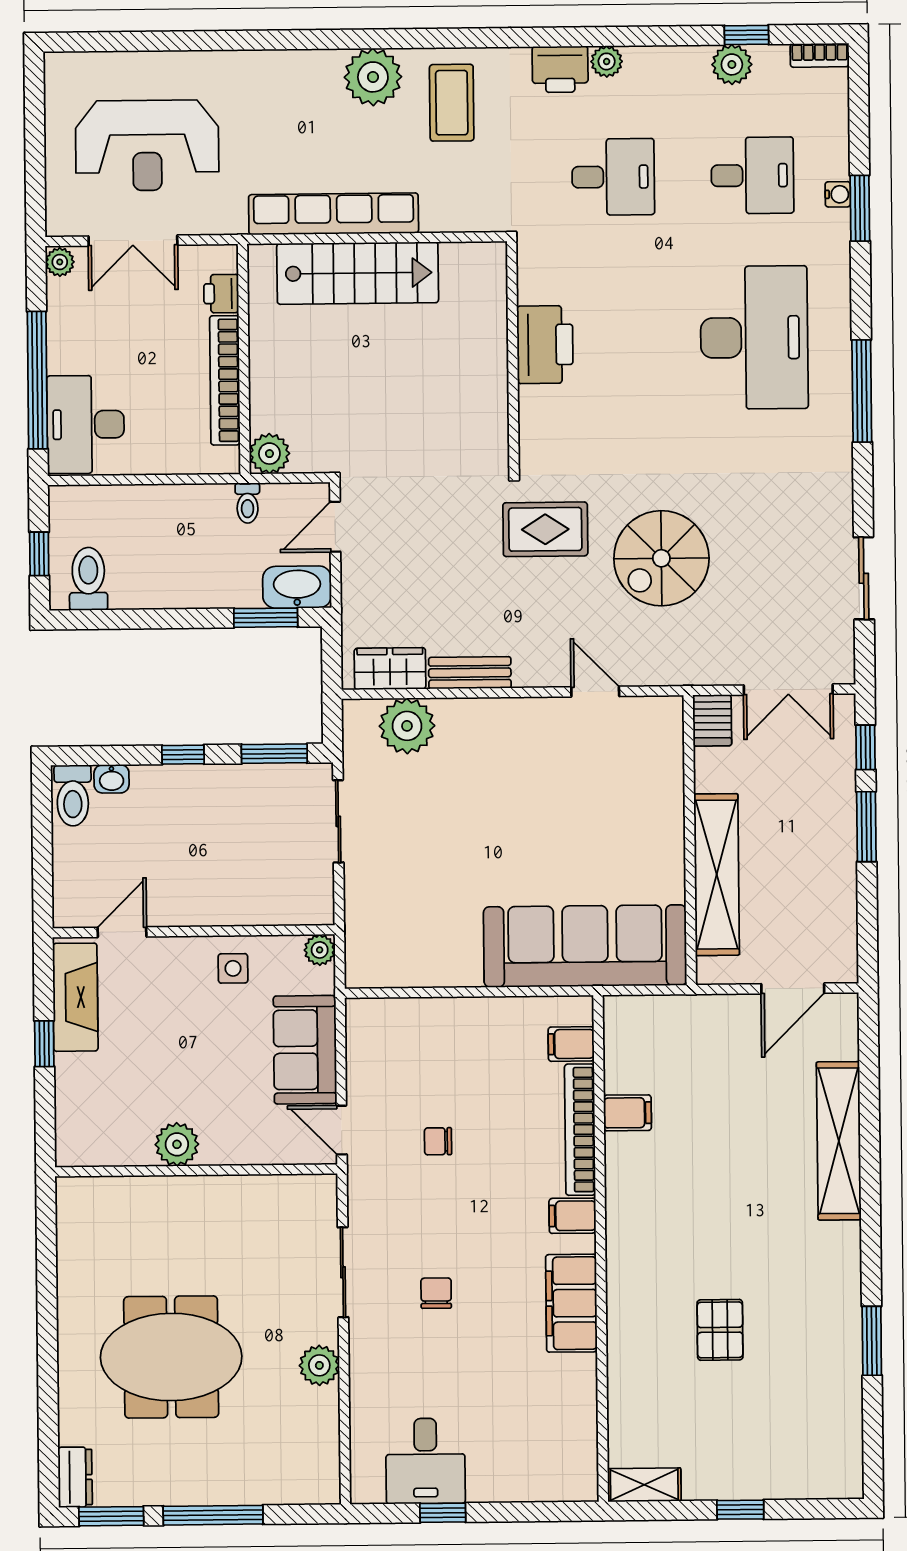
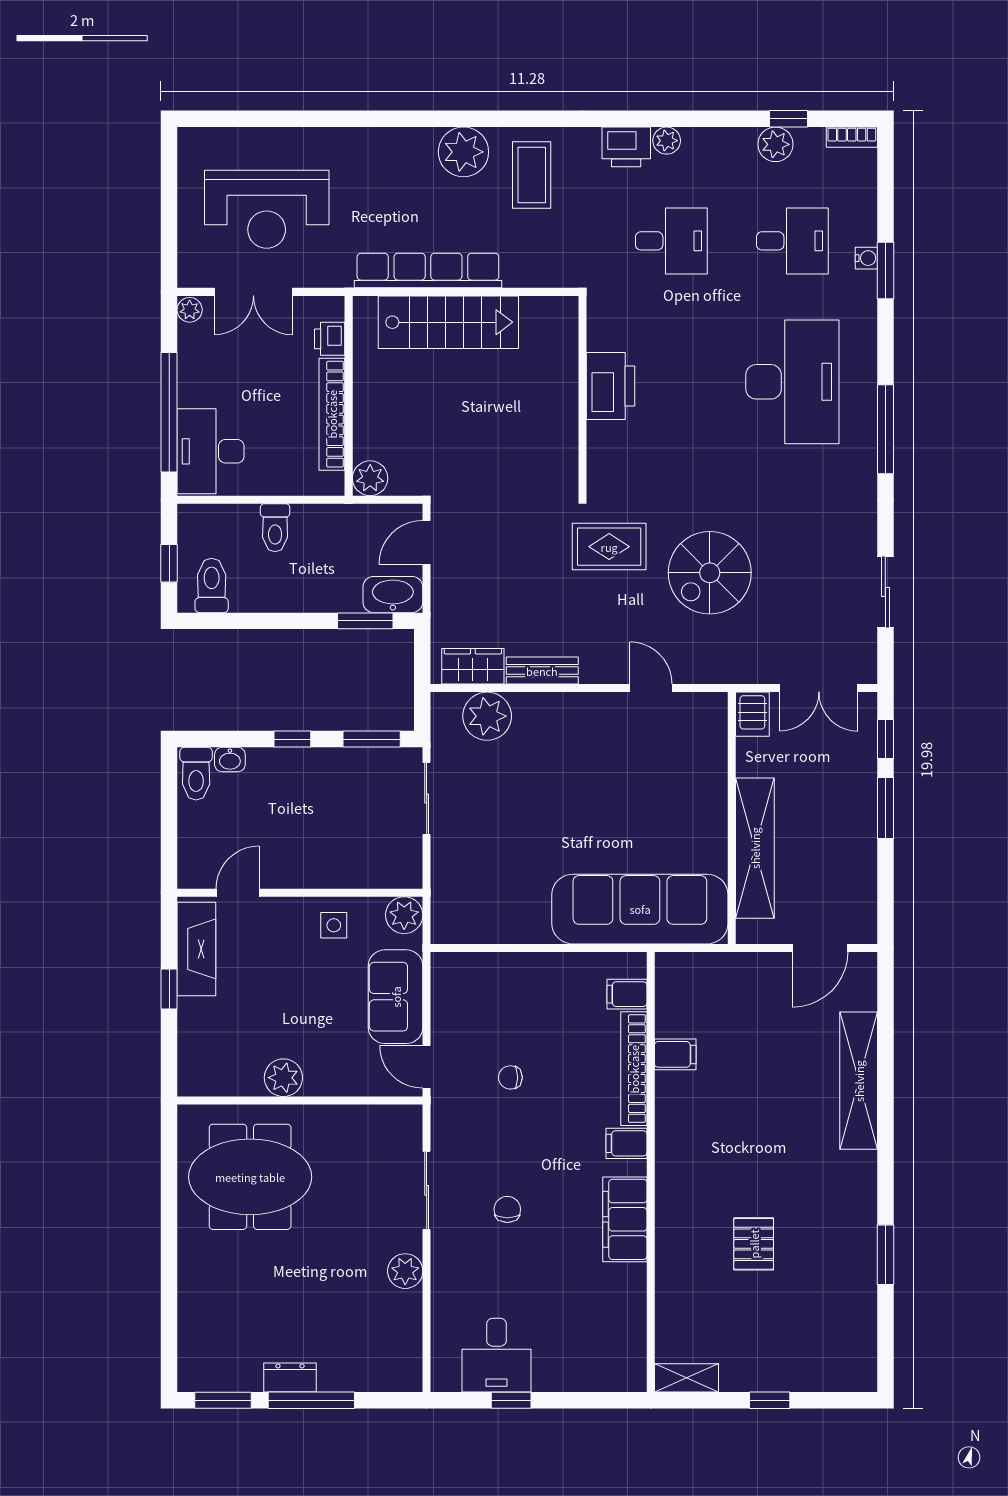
toilet: (247, 503) -> (275, 528), moved, width x1.37, depth x1.39
plant: (320, 950) -> (404, 915), width x1.38, depth x1.38
meeting table: (171, 1357) -> (250, 1177), moved
dresser: (75, 1477) -> (290, 1377), moved, turned -90

